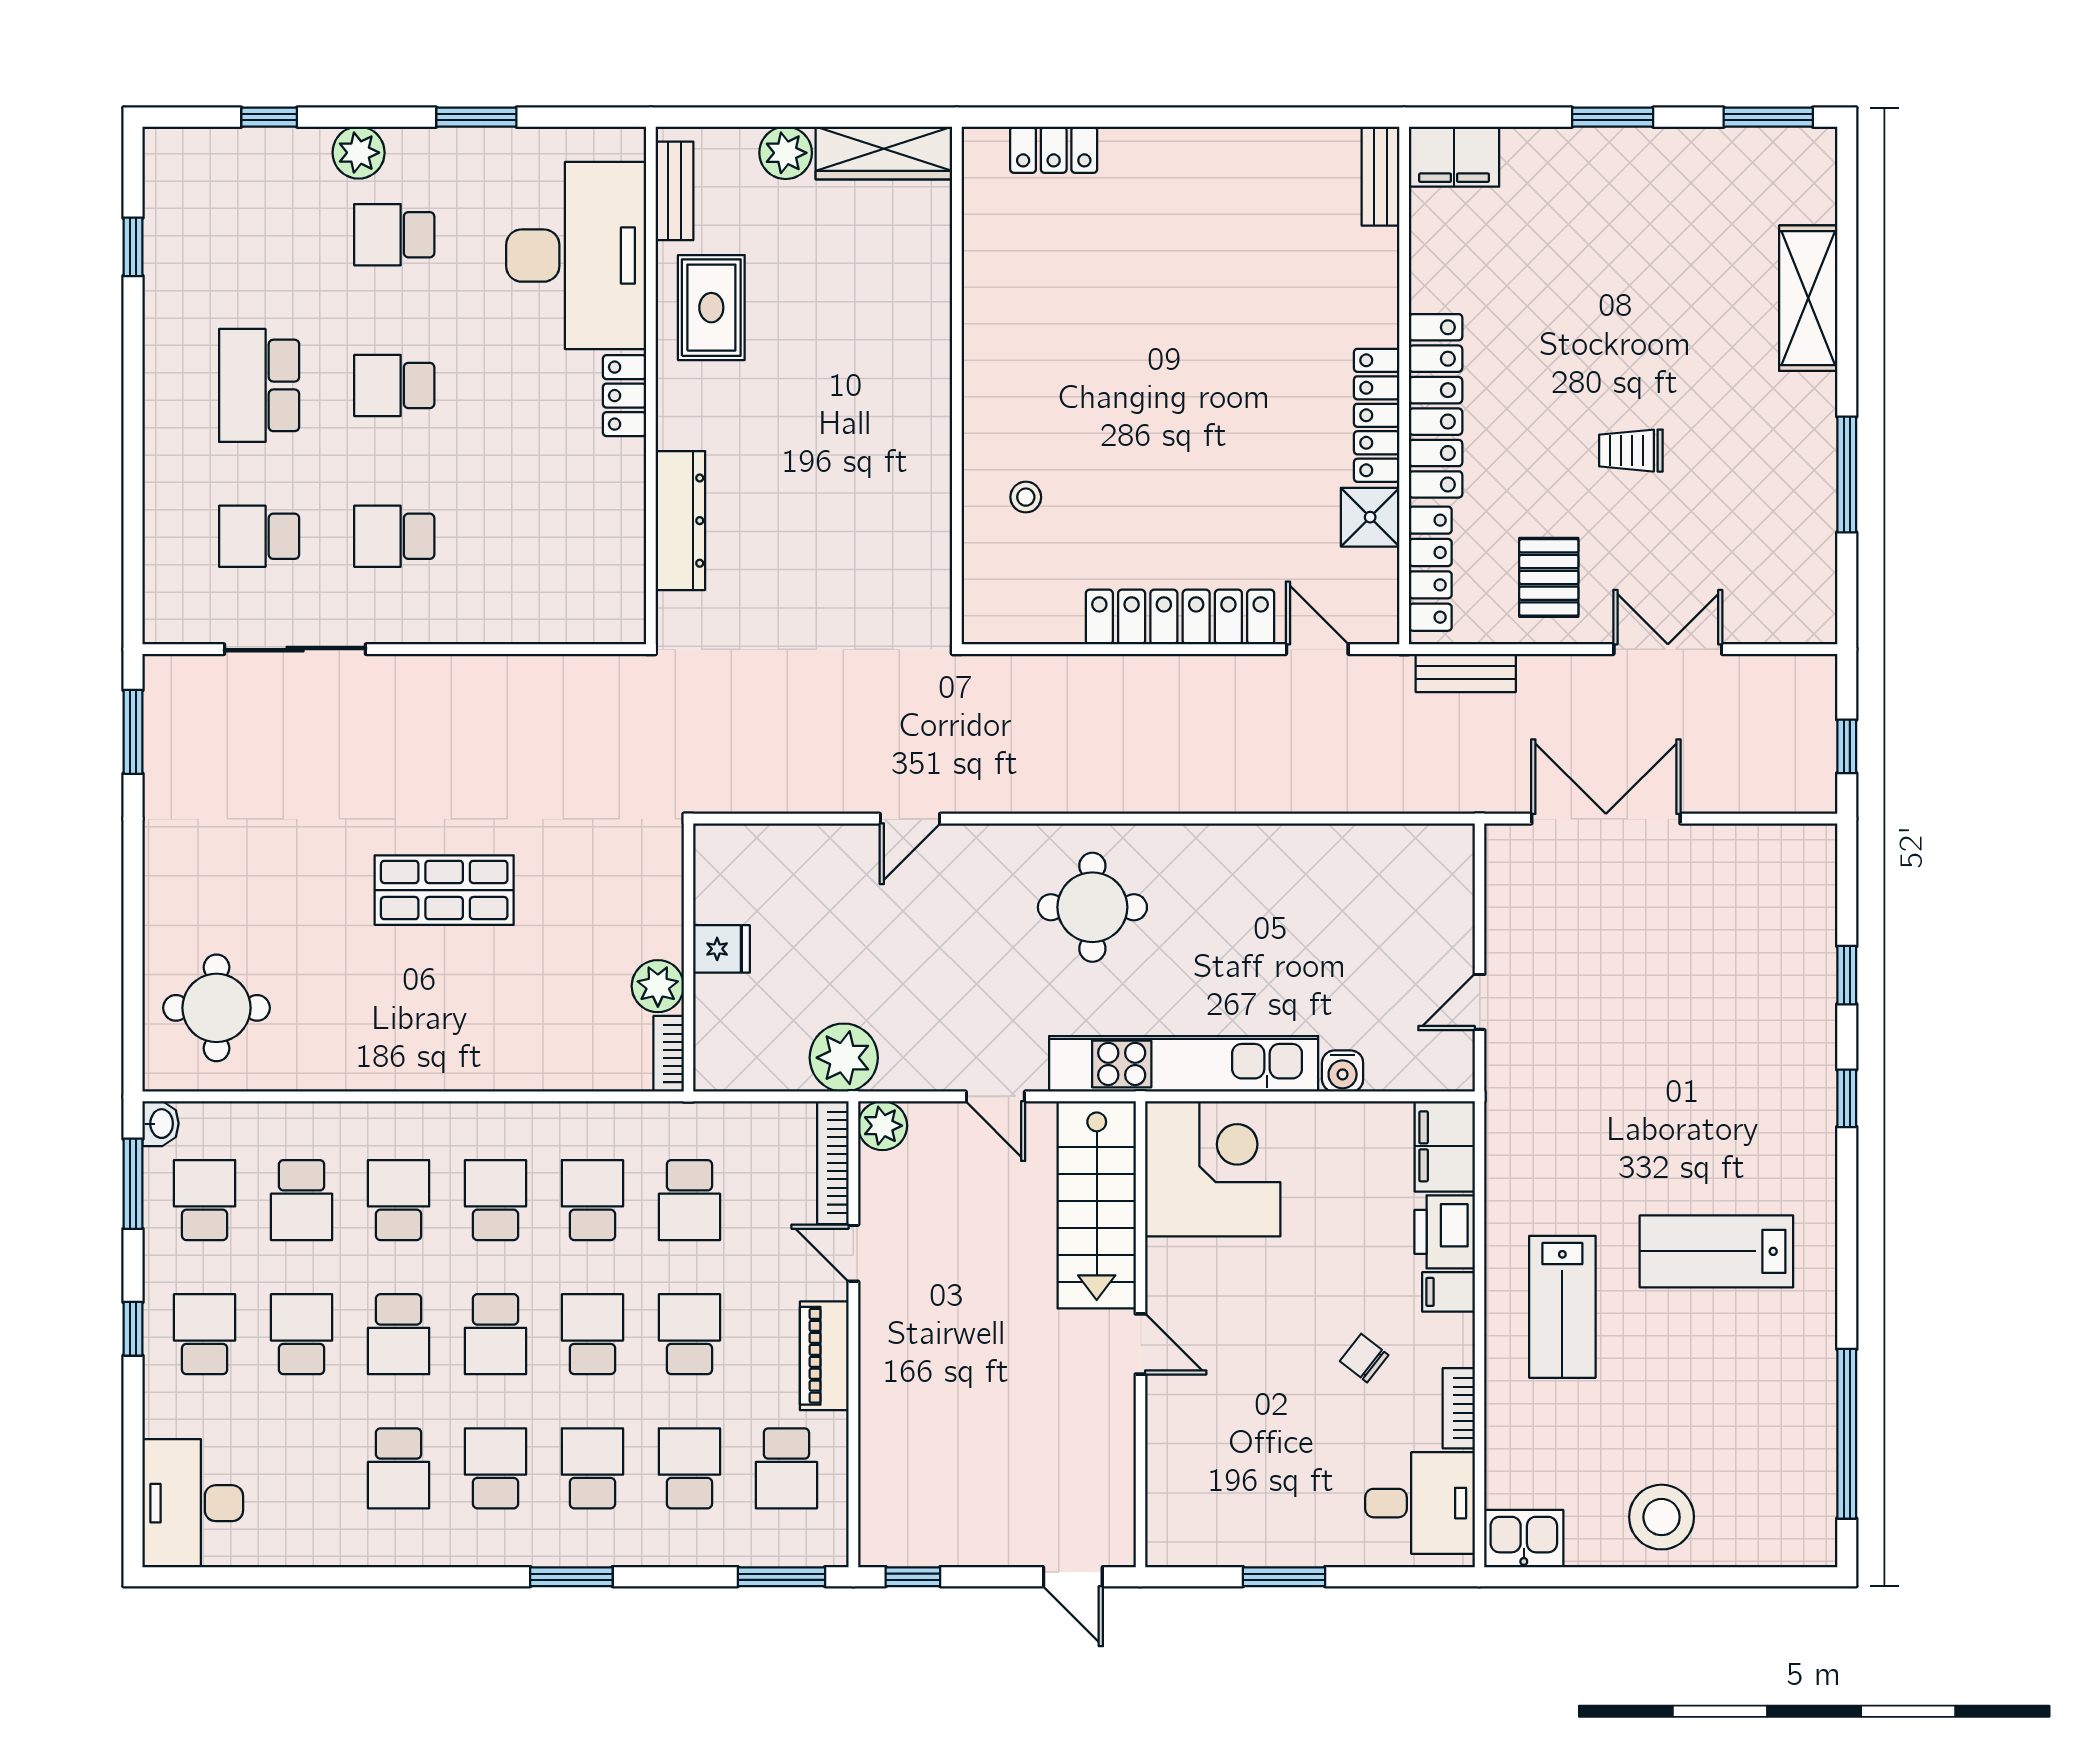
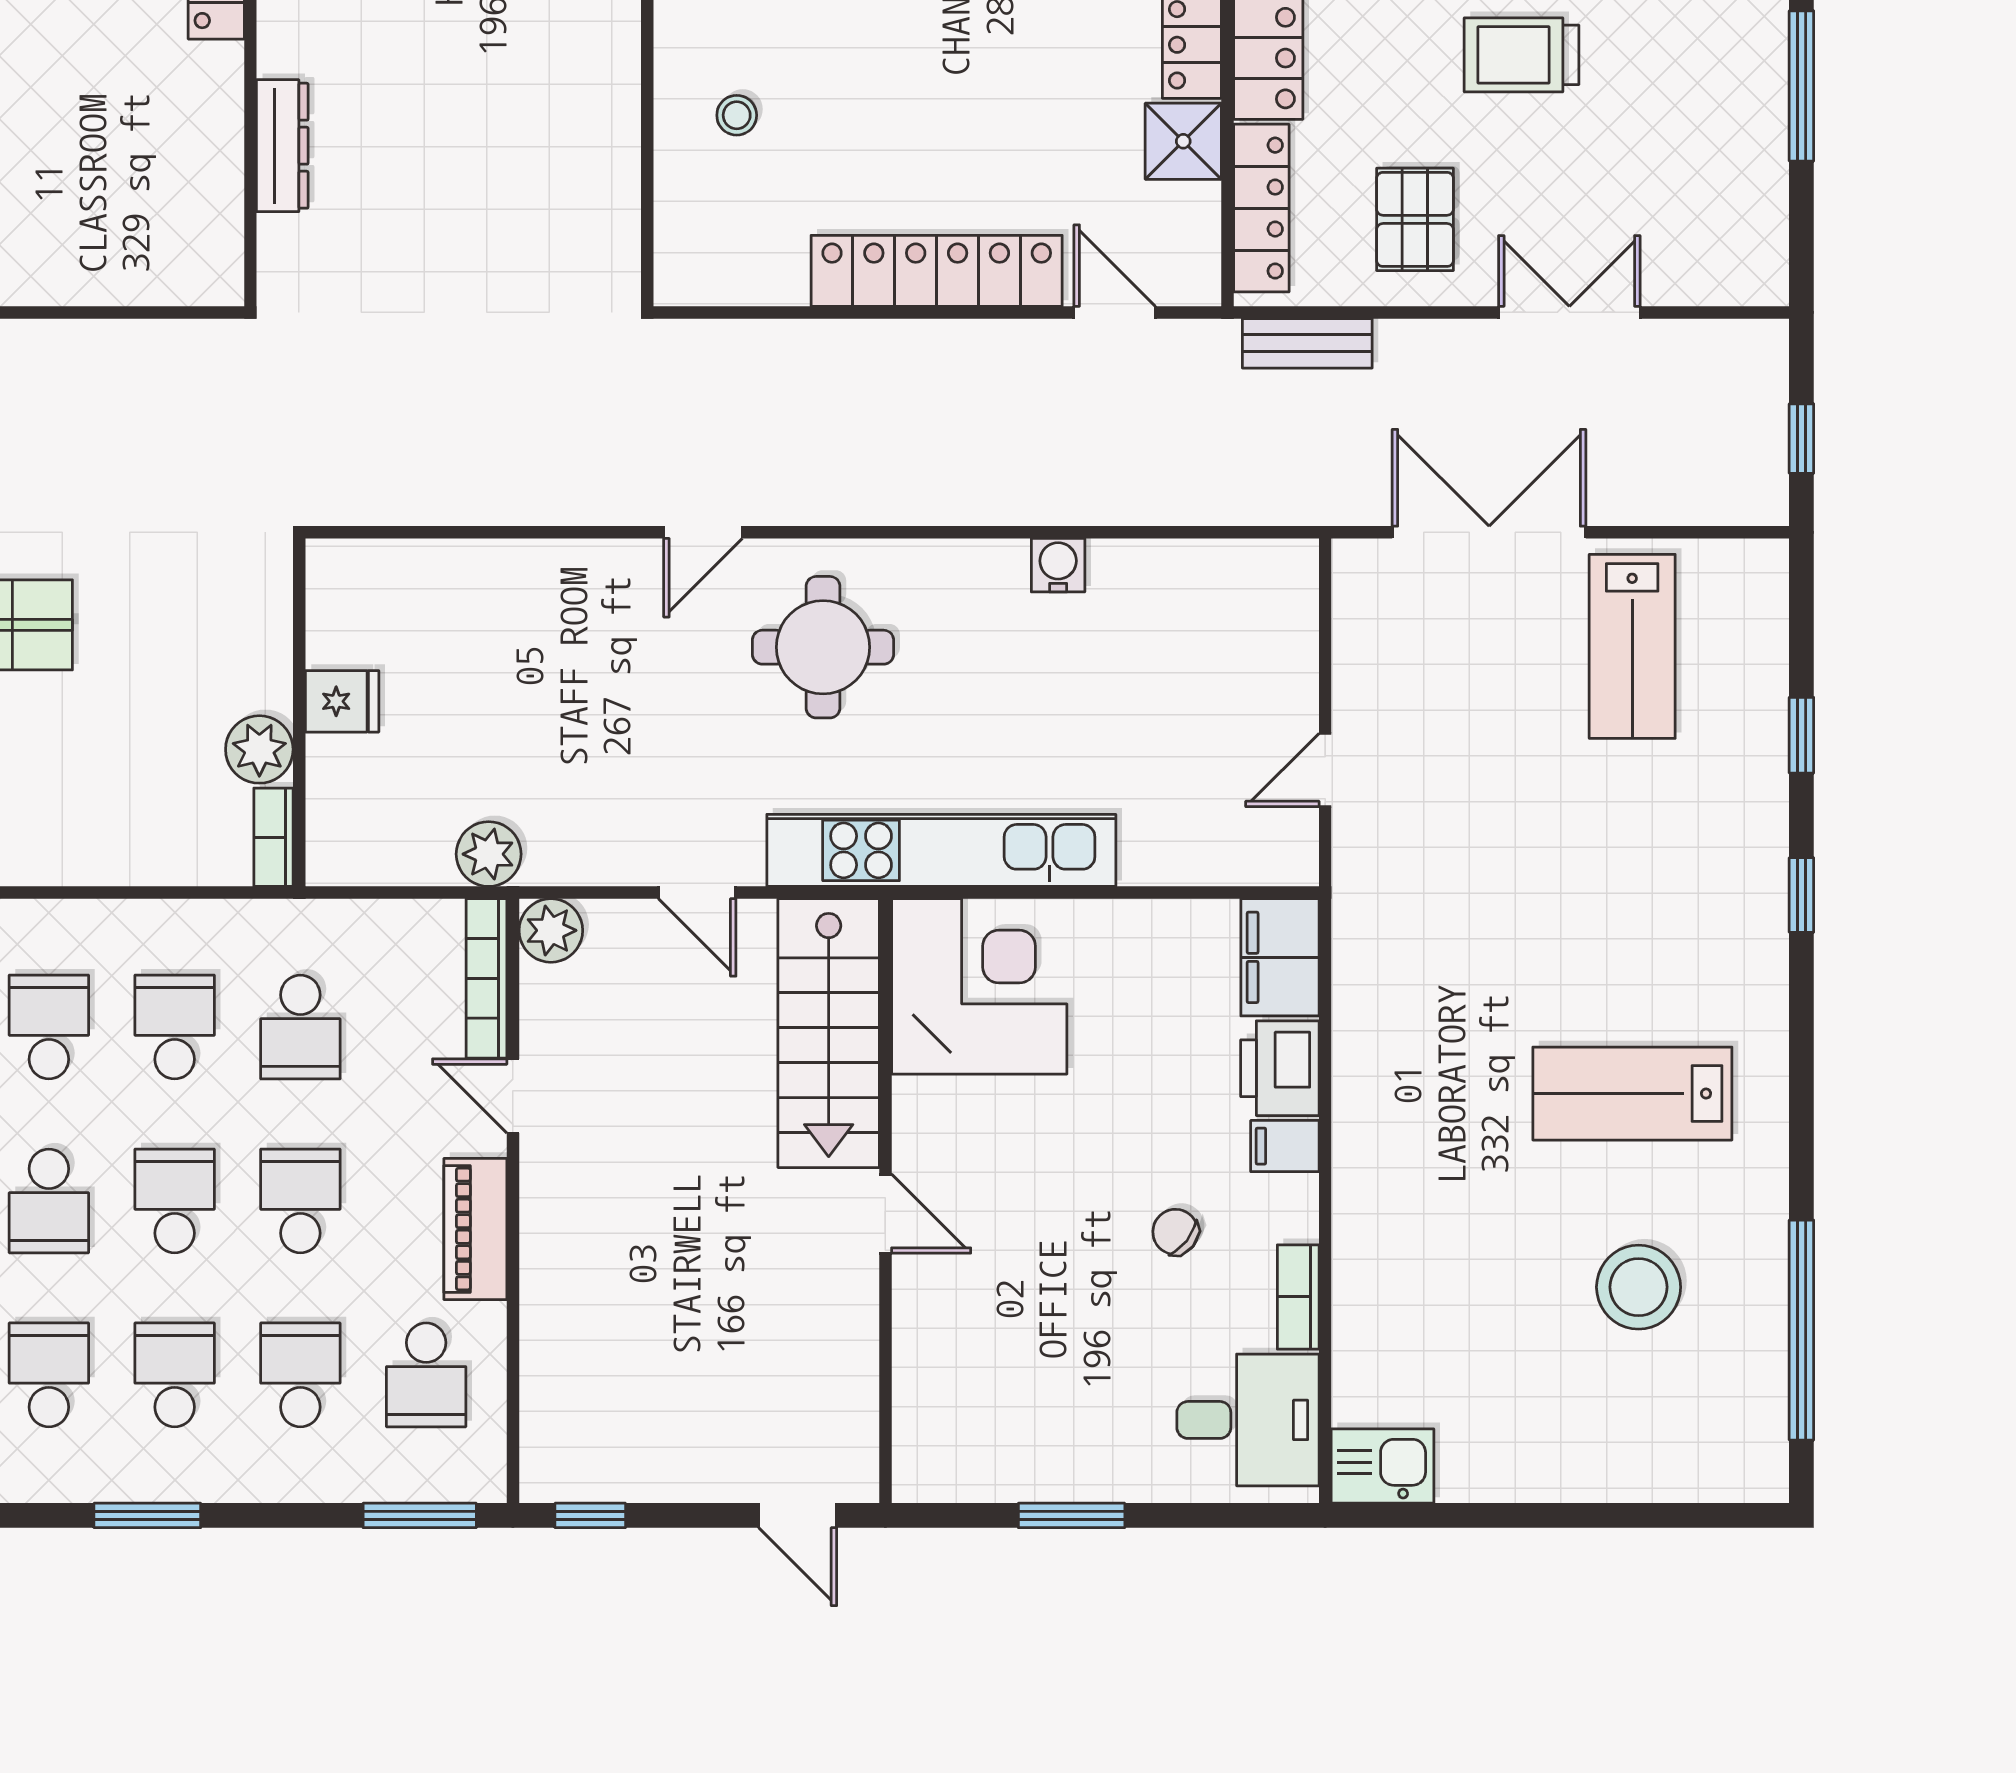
trolley: (1631, 451) -> (1522, 55), width x1.36, depth x1.39
dresser: (680, 521) -> (282, 146), width x0.73, depth x0.80
door: (910, 819) -> (703, 532), moved
plant: (844, 1058) -> (489, 854), width x0.73, depth x0.73
water cooler: (1343, 1071) -> (1058, 565), moved, turned 180
lab bench: (1562, 1307) -> (1632, 646), moved
stool: (1662, 1517) -> (1639, 1287), moved

